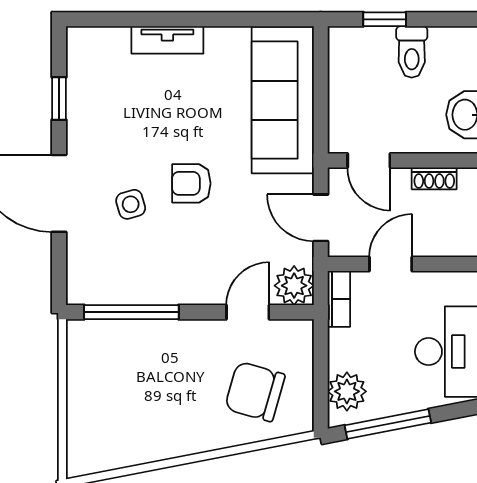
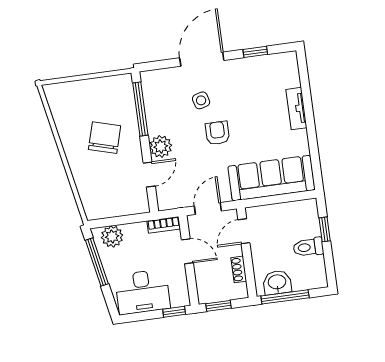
plant: (294, 286) -> (161, 147), moved
door: (248, 312) -> (149, 175), hinge flipped
chair: (255, 392) -> (105, 138), moved

